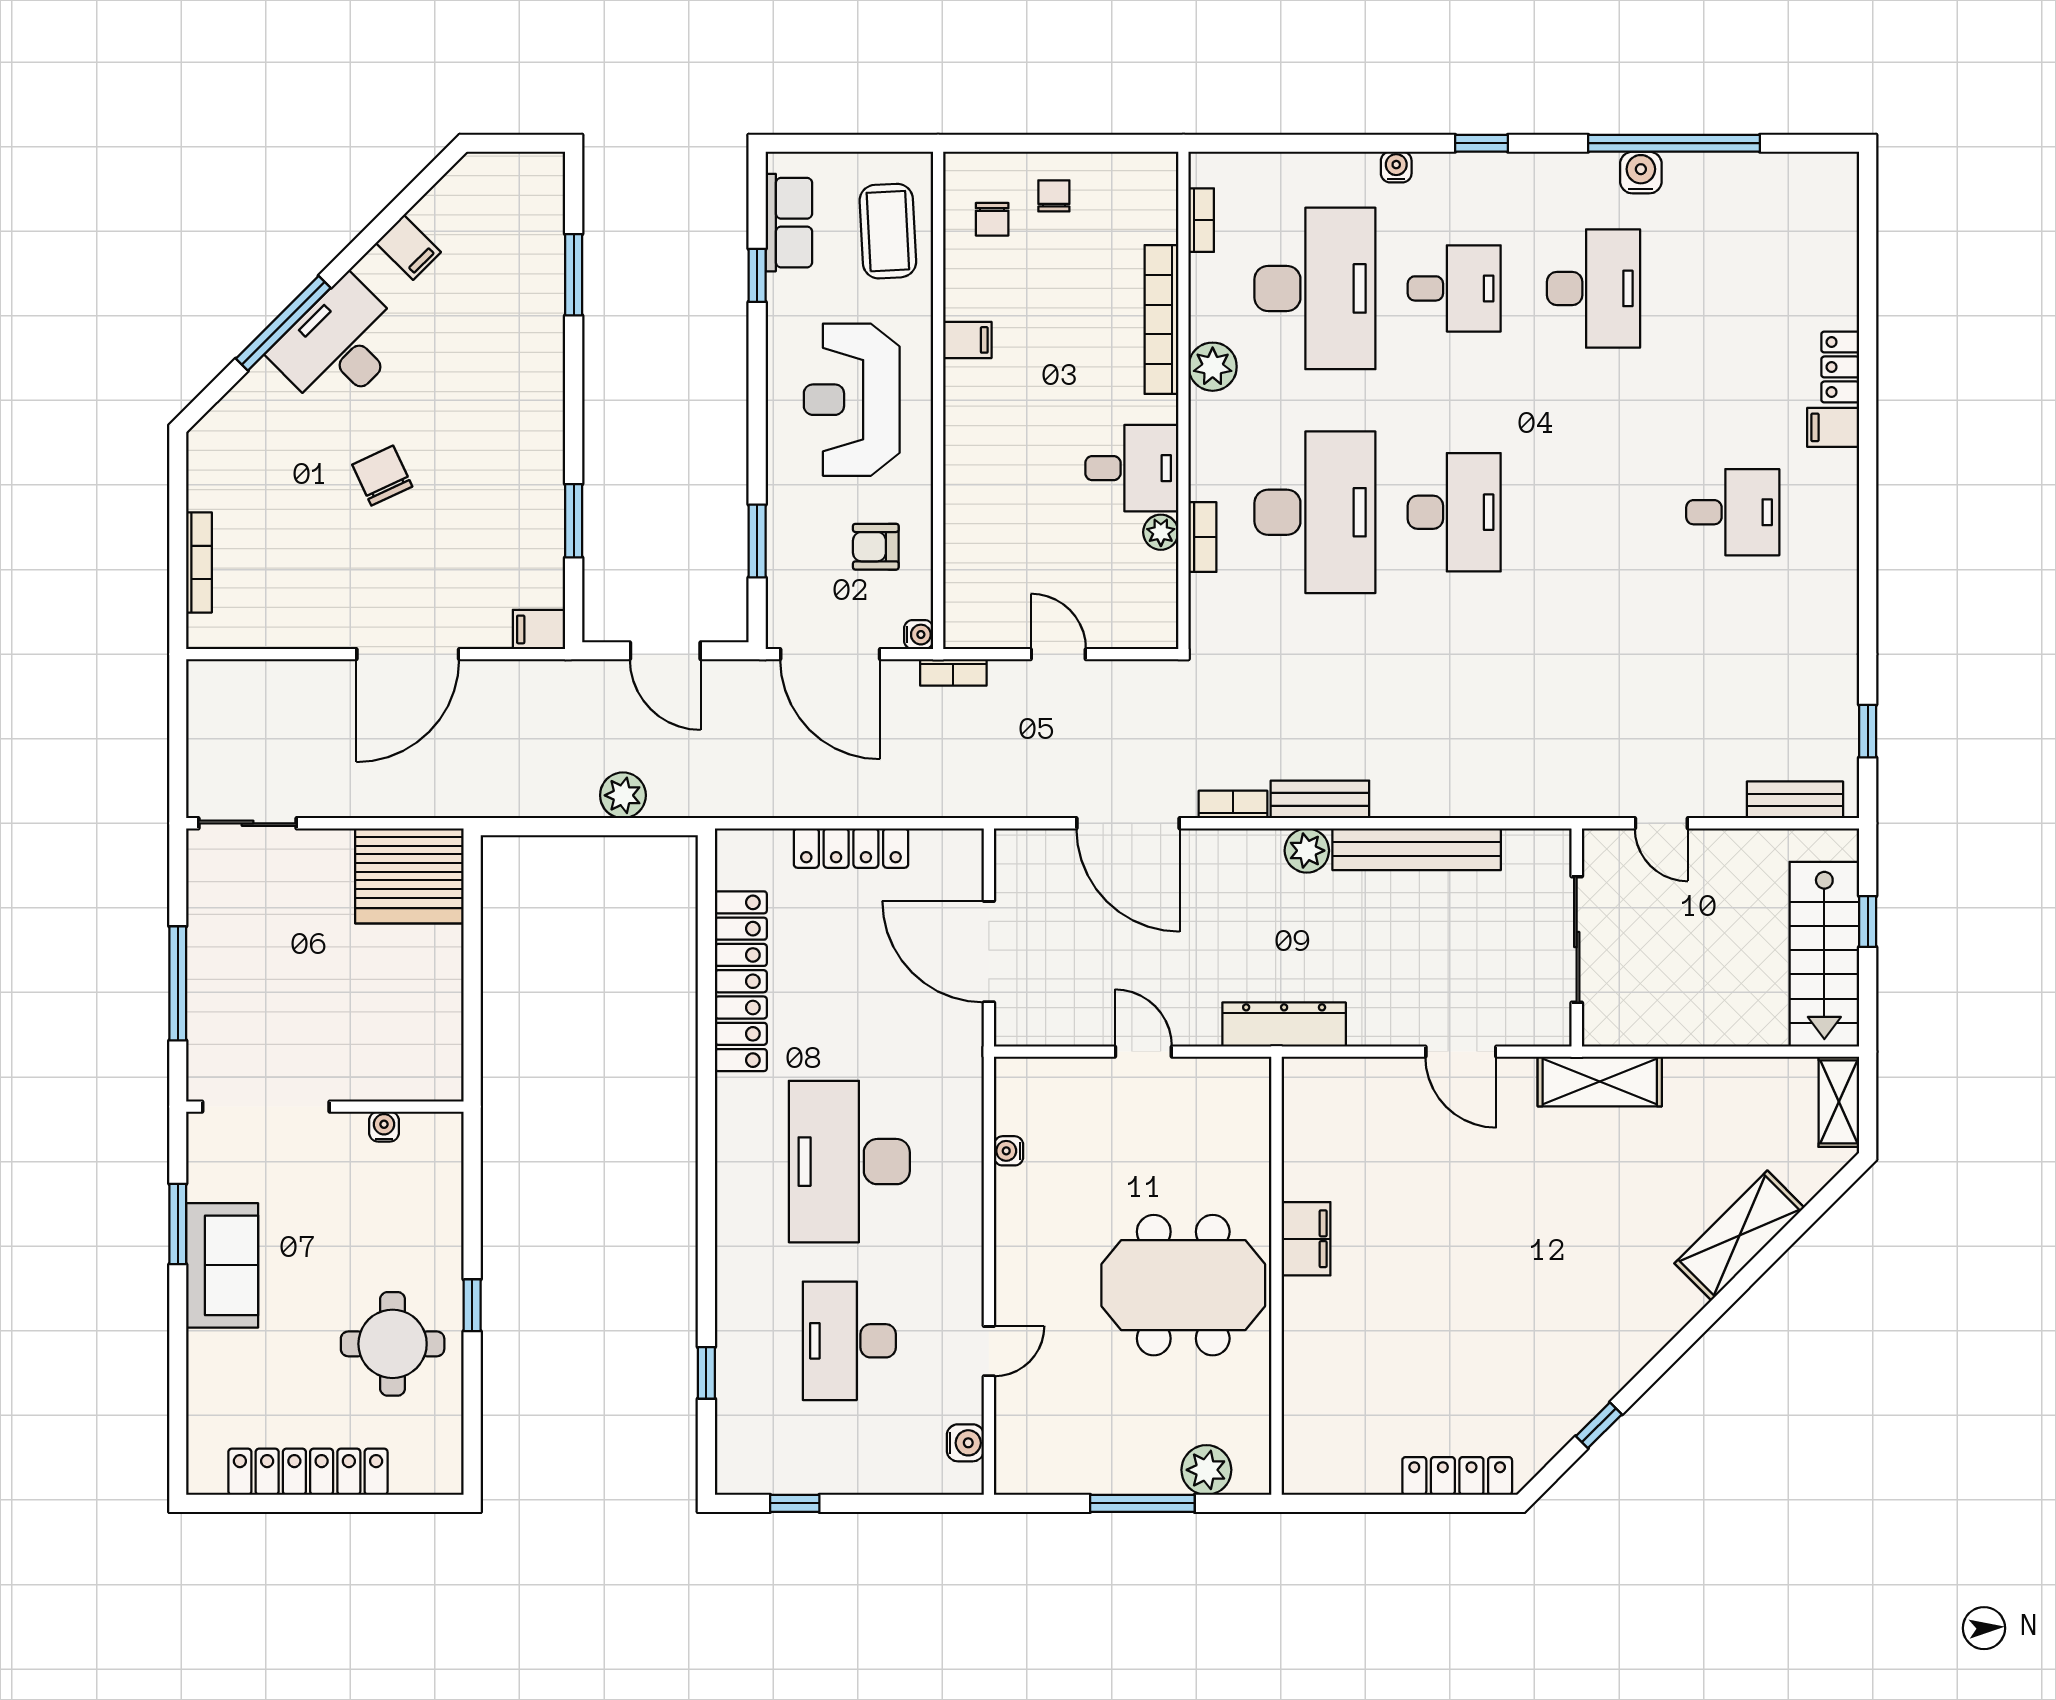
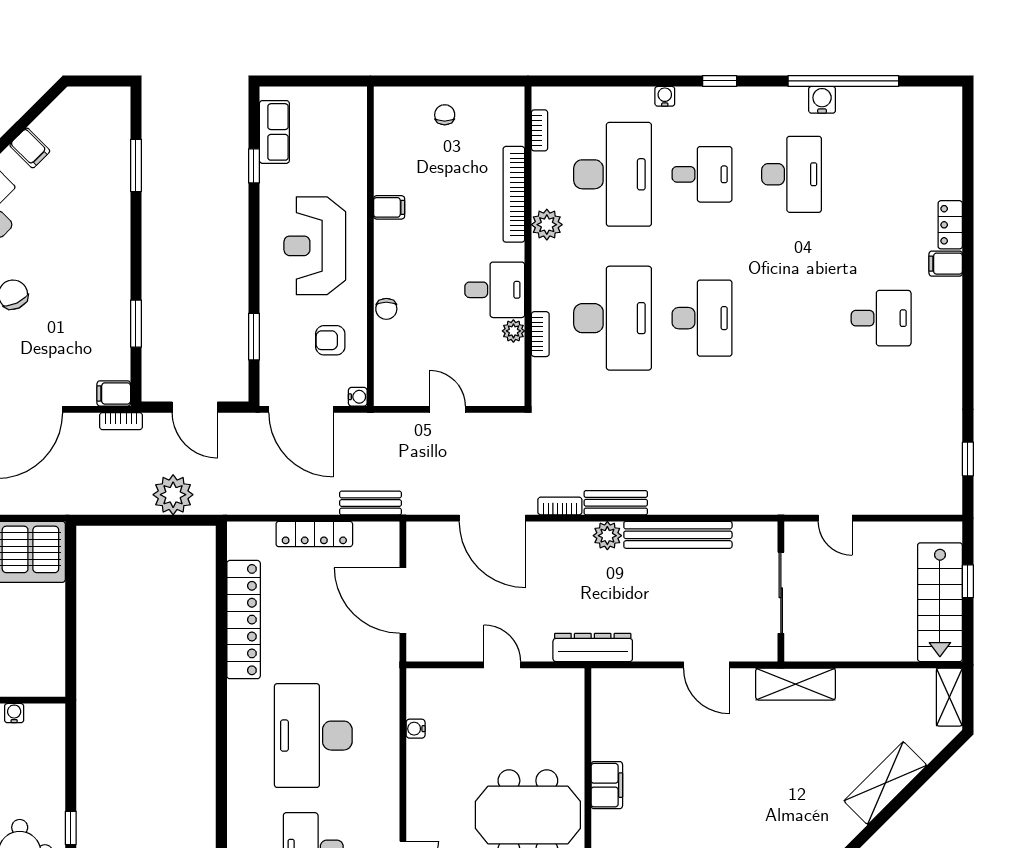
chair: (992, 219) -> (386, 309), moved
coffee table: (888, 231) -> (338, 137), removed
bookcase: (953, 672) -> (121, 421), moved
plant: (623, 795) -> (173, 495), width x1.36, depth x1.36
bench: (1795, 800) -> (370, 503), moved

